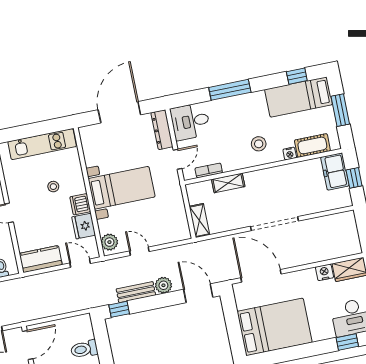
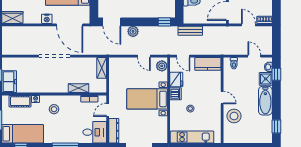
nightstand: (324, 272) -> (47, 19), moved
bench: (136, 292) -> (190, 31), moved

